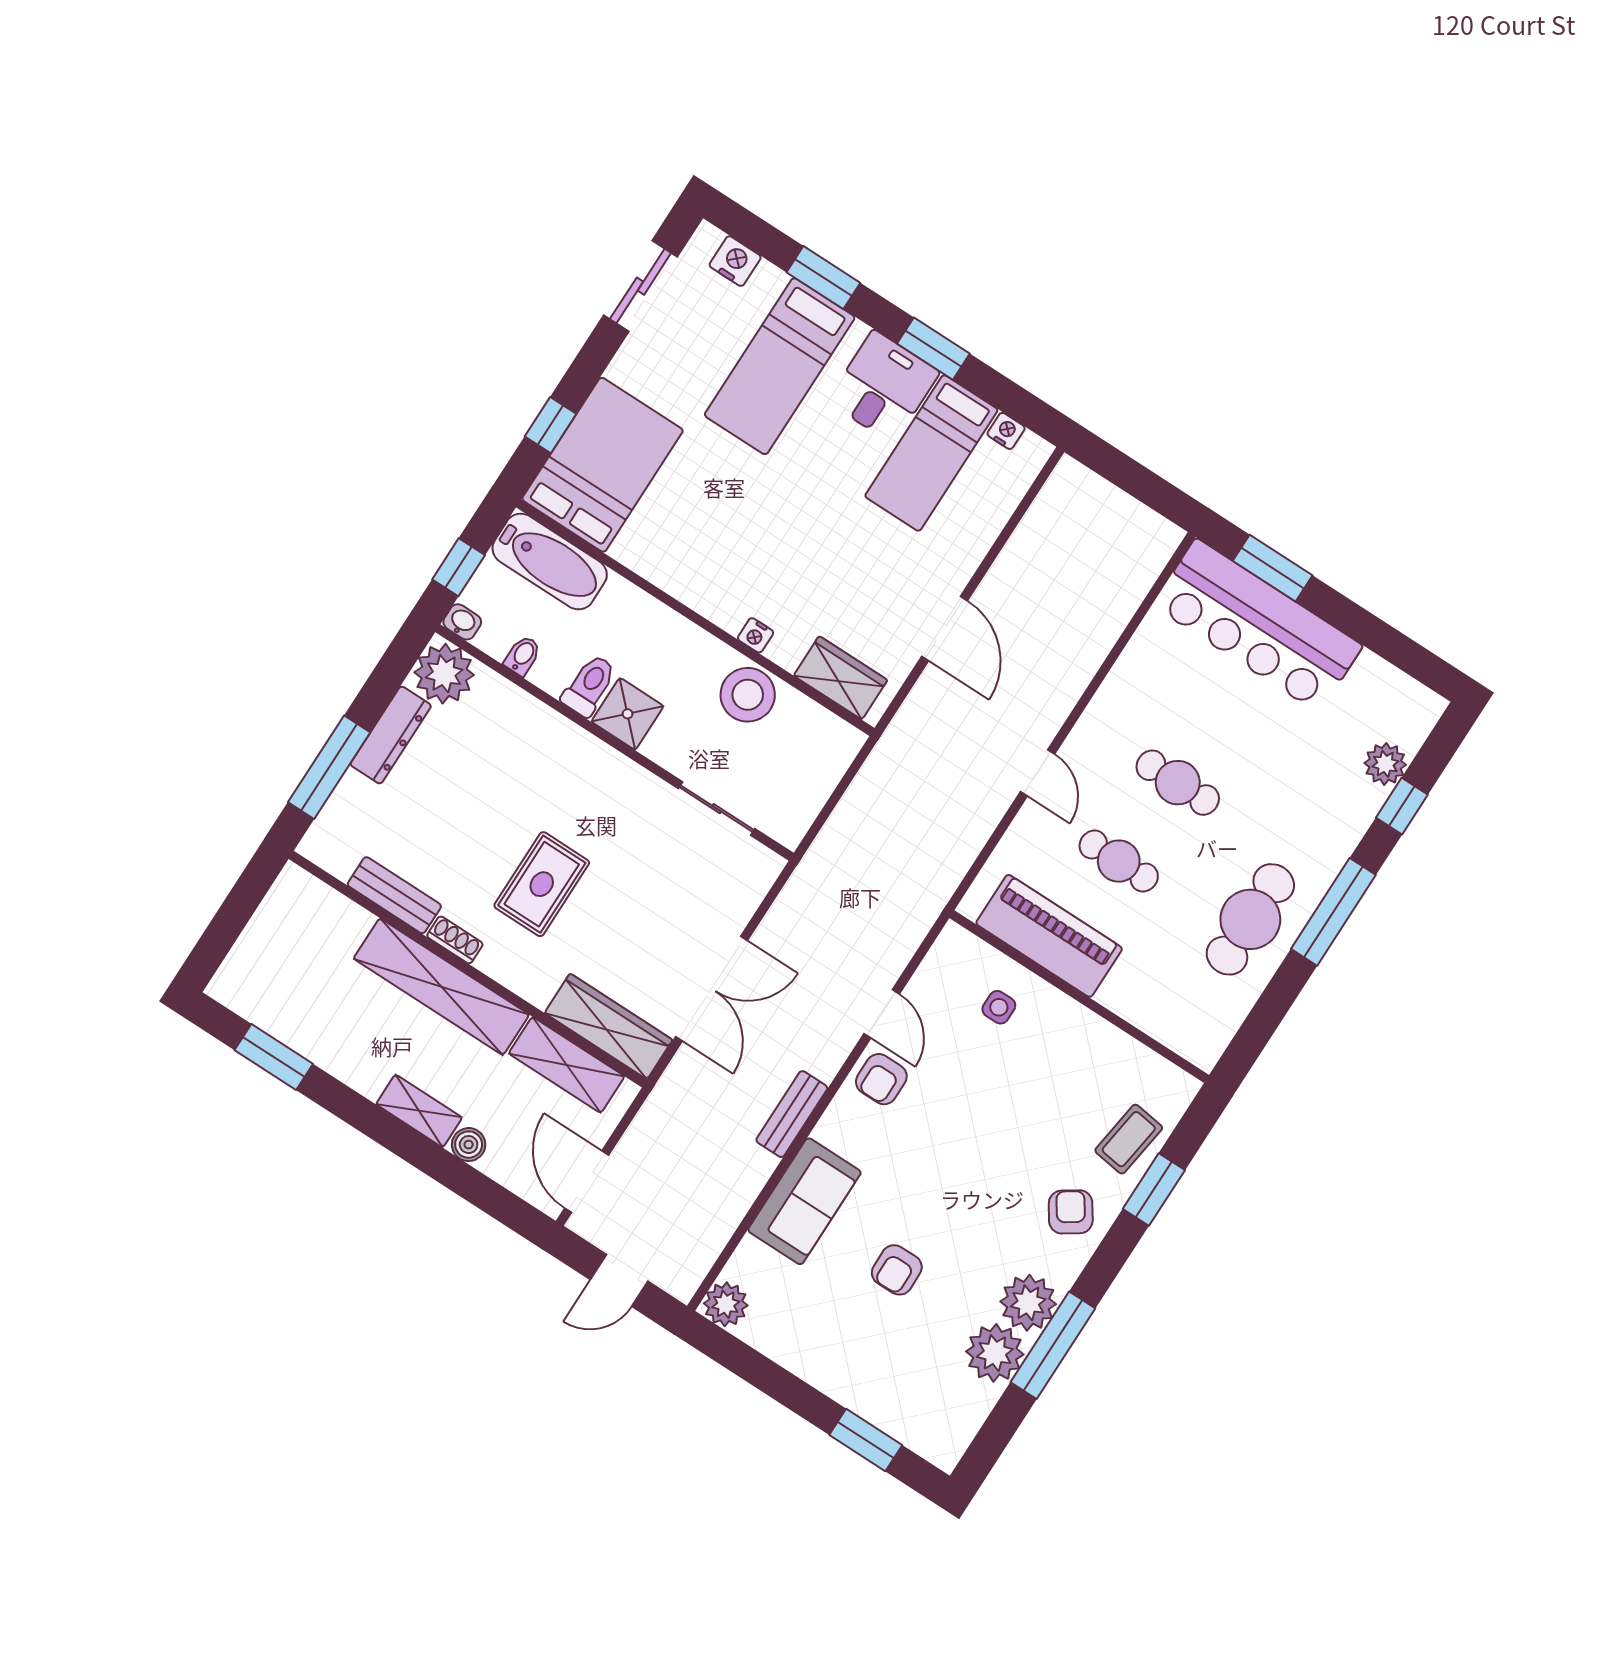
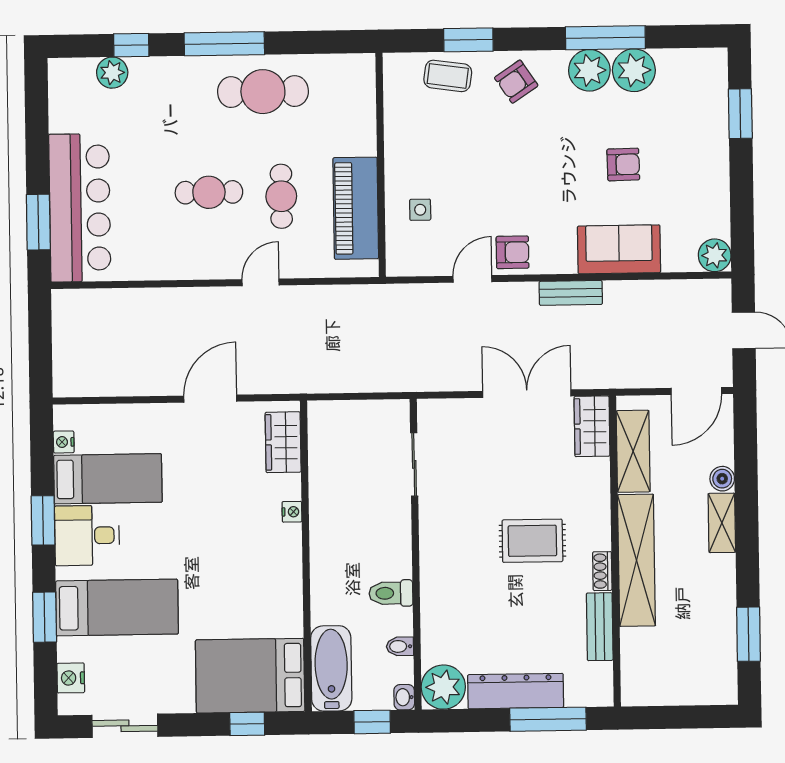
stool: (748, 695) -> (332, 492), removed
shower: (628, 714) -> (393, 558), removed
dresser: (391, 735) -> (516, 691), width x1.37, depth x1.24
cafe table: (1178, 783) -> (209, 192), turned 90
wardrobe: (609, 1026) -> (592, 426), width x0.67

